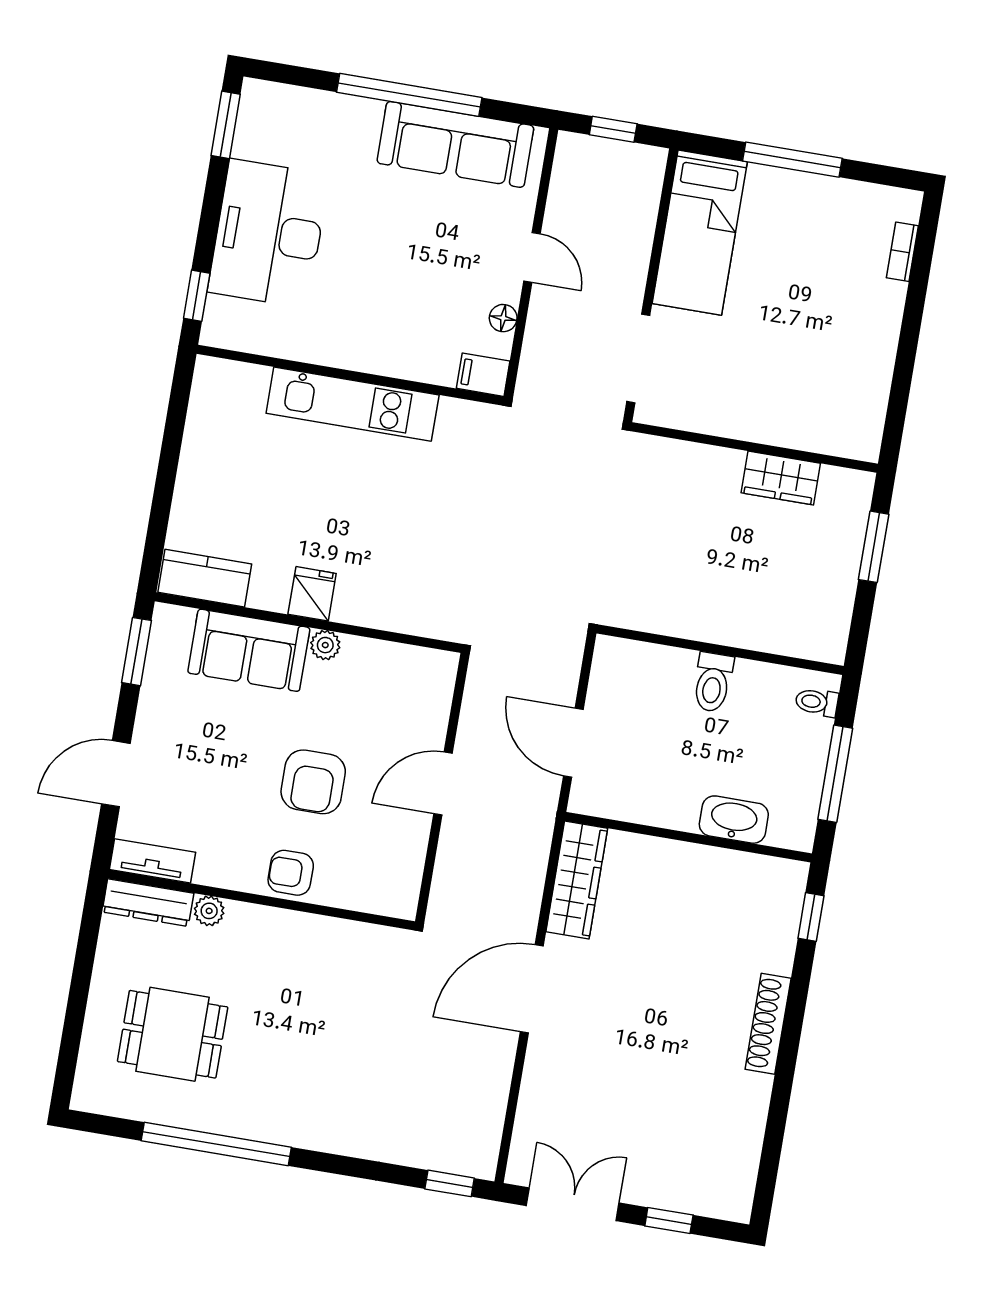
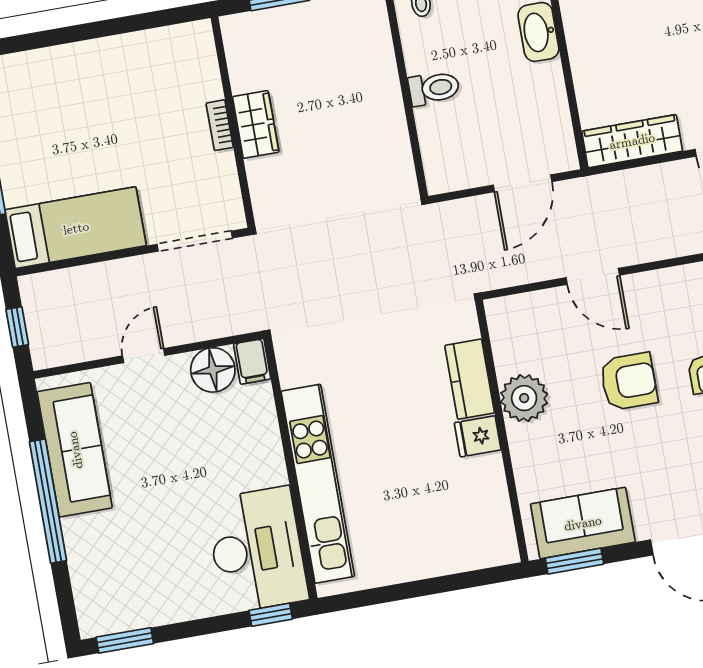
desk: (269, 233) -> (257, 550), moved, turned -90
bookcase: (902, 252) -> (220, 125), moved, turned 90
floor lamp: (503, 318) -> (213, 370), width x1.89, depth x1.89
kitchen unit: (353, 404) -> (318, 484), width x1.36
wardrobe: (781, 478) -> (256, 124), moved
kitchen counter: (205, 578) -> (470, 379), moved
plant: (325, 645) -> (524, 398), width x1.88, depth x1.88
sofa: (249, 650) -> (583, 523), moved, turned -90

